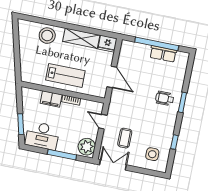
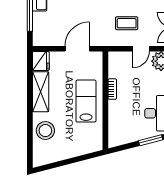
filing cabinet: (51, 99) -> (116, 112), removed
door: (103, 122) -> (141, 49), moved
coffee table: (125, 138) -> (127, 23), moved

